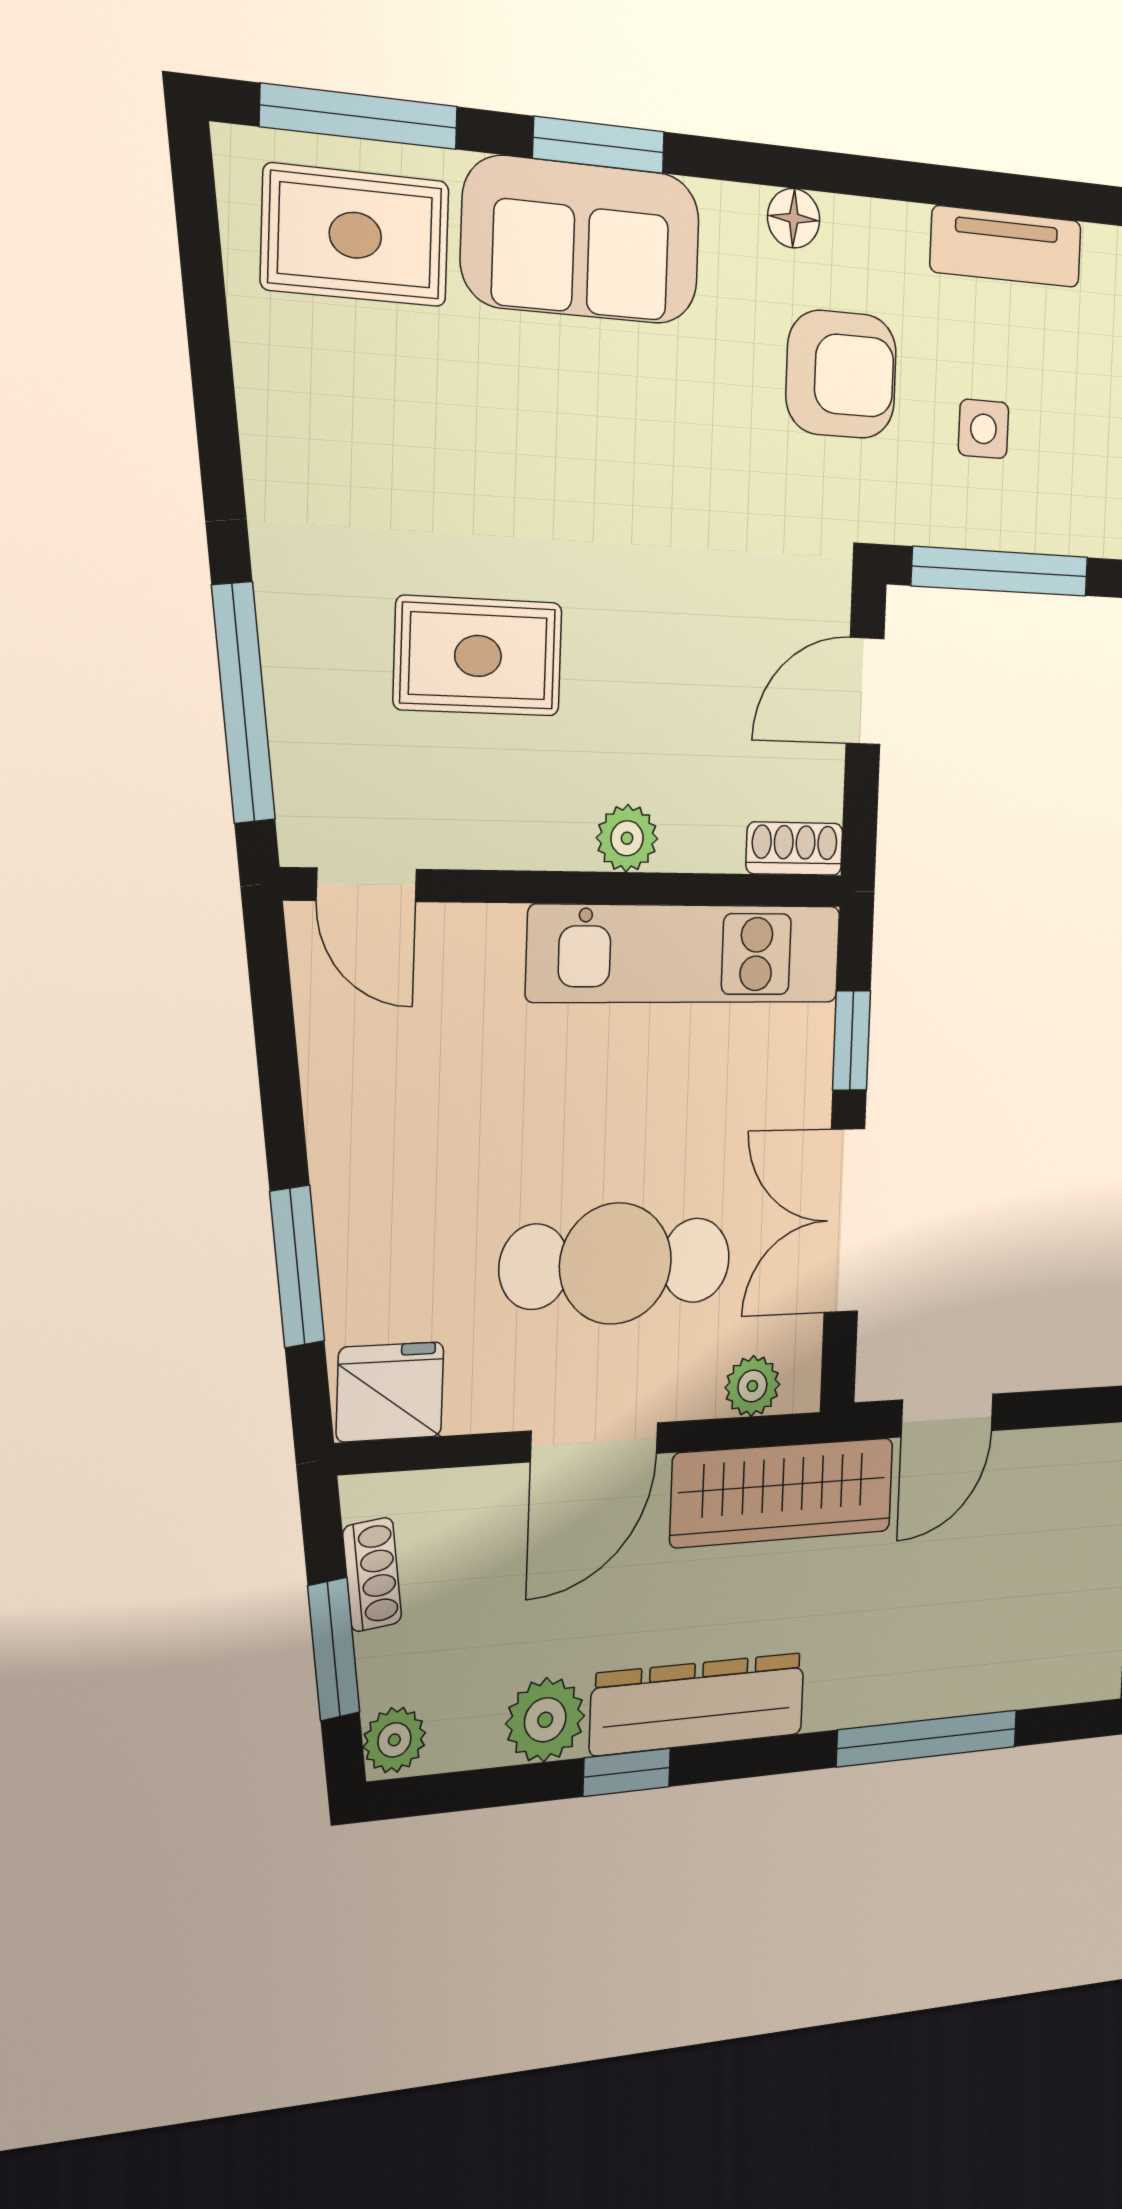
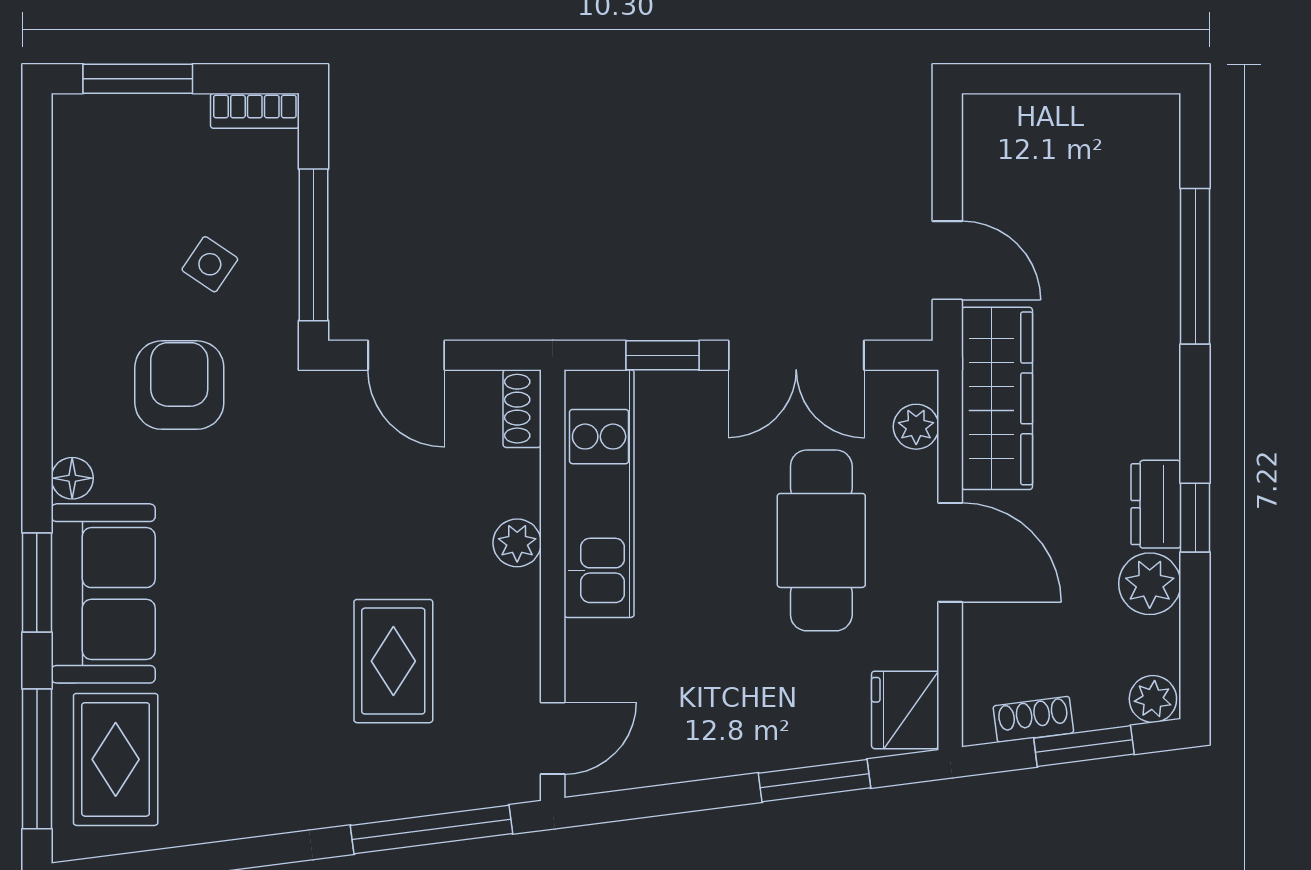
floor lamp: (794, 218) -> (72, 478), moved
tv unit: (1006, 247) -> (76, 251), removed
side table: (983, 429) -> (210, 264), turned 34
dresser: (698, 1704) -> (1156, 504), width x0.51, depth x0.80

